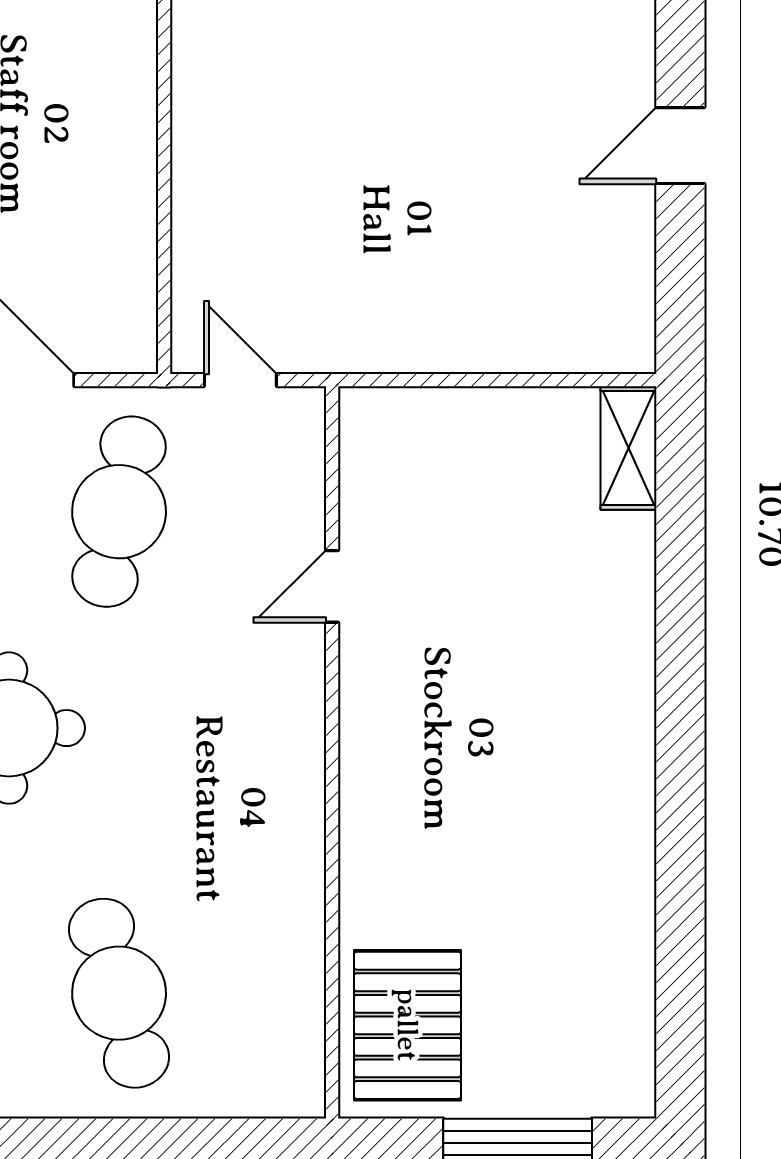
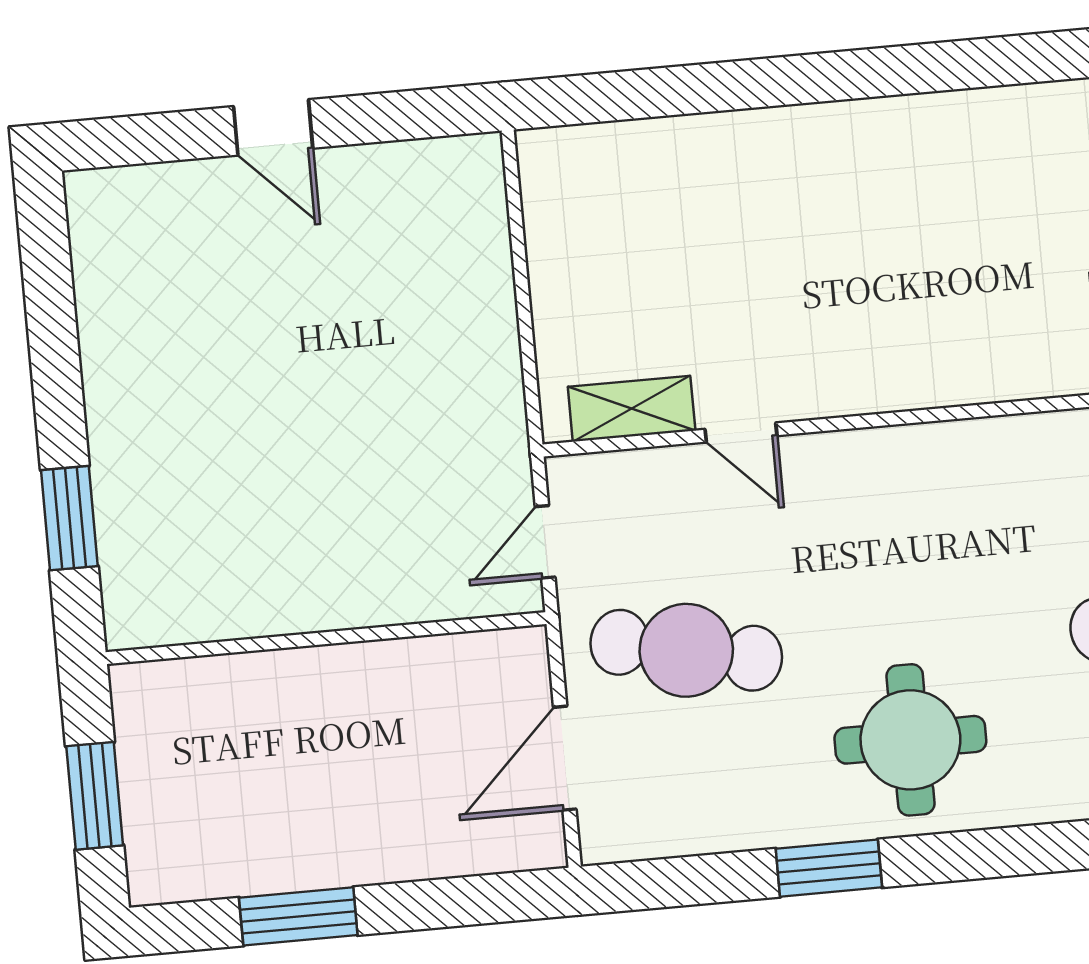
shelving: (629, 448) -> (632, 409), moved

